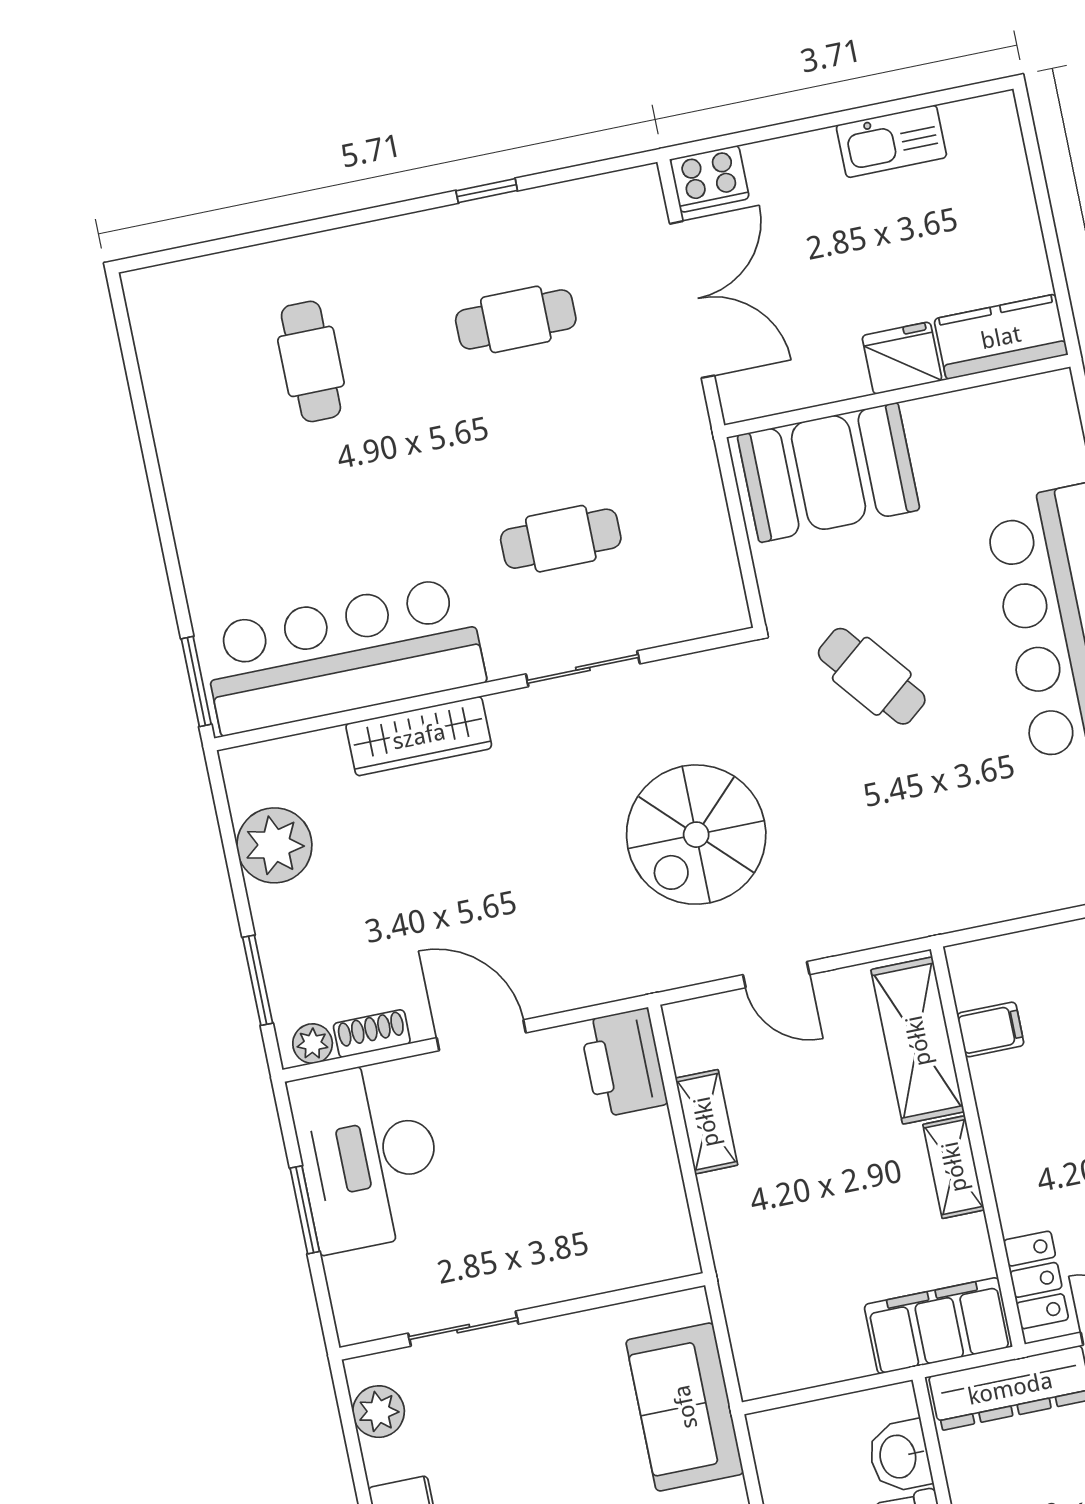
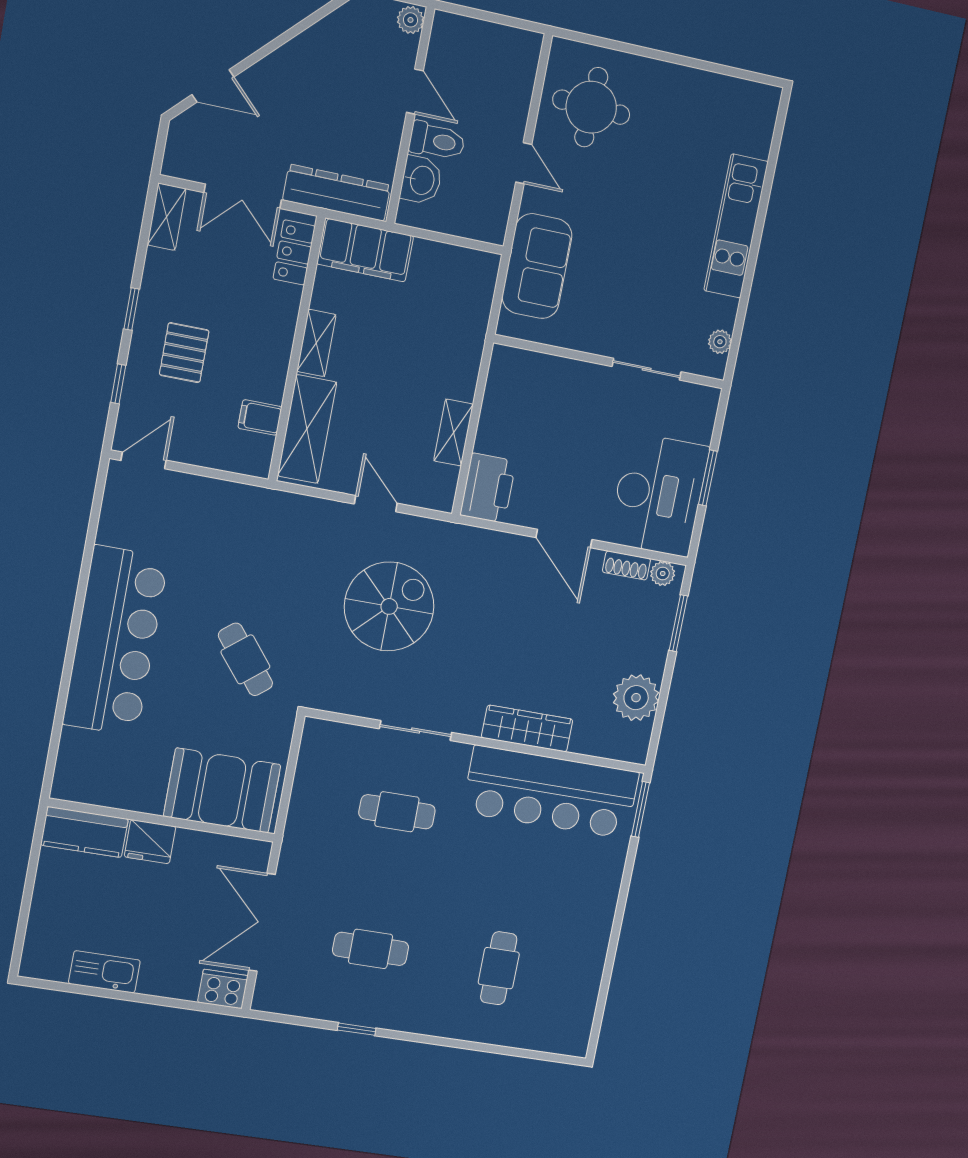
plant: (379, 1412) -> (720, 342), width x0.73, depth x0.73

